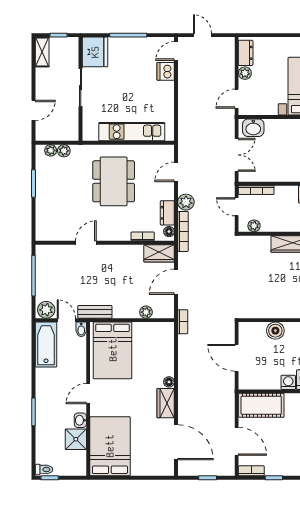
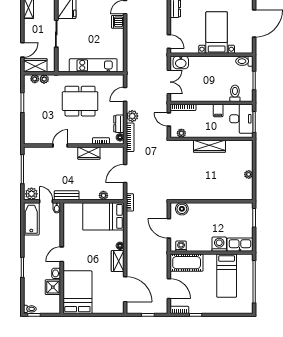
plant: (245, 73) -> (175, 23), removed
door: (237, 99) -> (169, 42), swing flipped
wardrobe: (51, 132) -> (35, 65), added
dining table: (114, 181) -> (80, 101), turned 90
wardrobe: (159, 253) -> (89, 153), moved
boiler: (275, 331) -> (182, 209), moved
bed: (113, 350) -> (103, 216), moved, turned 90
washing machine: (288, 382) -> (181, 246), moved

